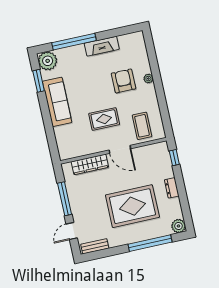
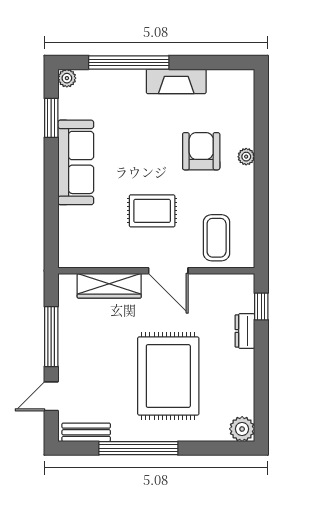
plant: (48, 61) -> (67, 78), width x0.53, depth x0.53
dresser: (172, 188) -> (245, 331), moved
rug: (132, 206) -> (168, 376), turned 90
window: (150, 243) -> (138, 448), moved

